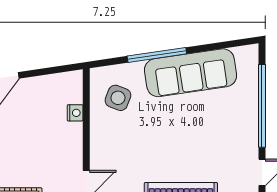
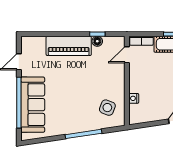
sofa: (191, 73) -> (33, 105), moved, turned 98

